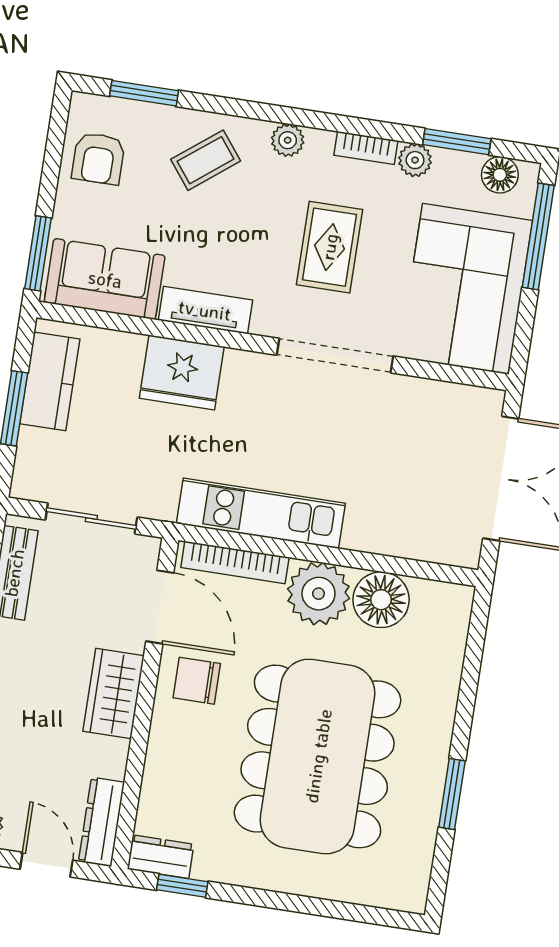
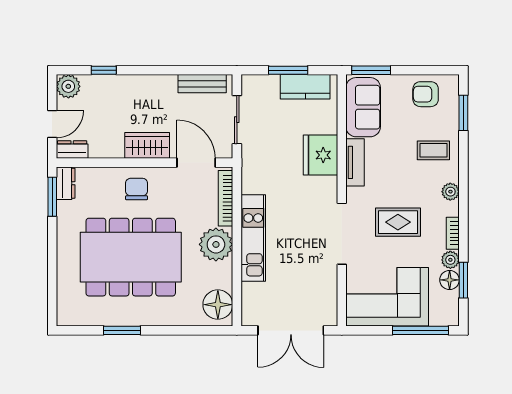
coffee table: (206, 160) -> (433, 150), turned -52
floor lamp: (500, 175) -> (450, 280), moved
kitchen unit: (261, 513) -> (253, 238), moved
floor lamp: (381, 600) -> (218, 305), moved
door: (160, 607) -> (196, 163), swing flipped
chair: (197, 681) -> (137, 189), moved
dresser: (102, 822) -> (72, 150), width x0.70
window: (182, 886) -> (52, 197), width x1.50

